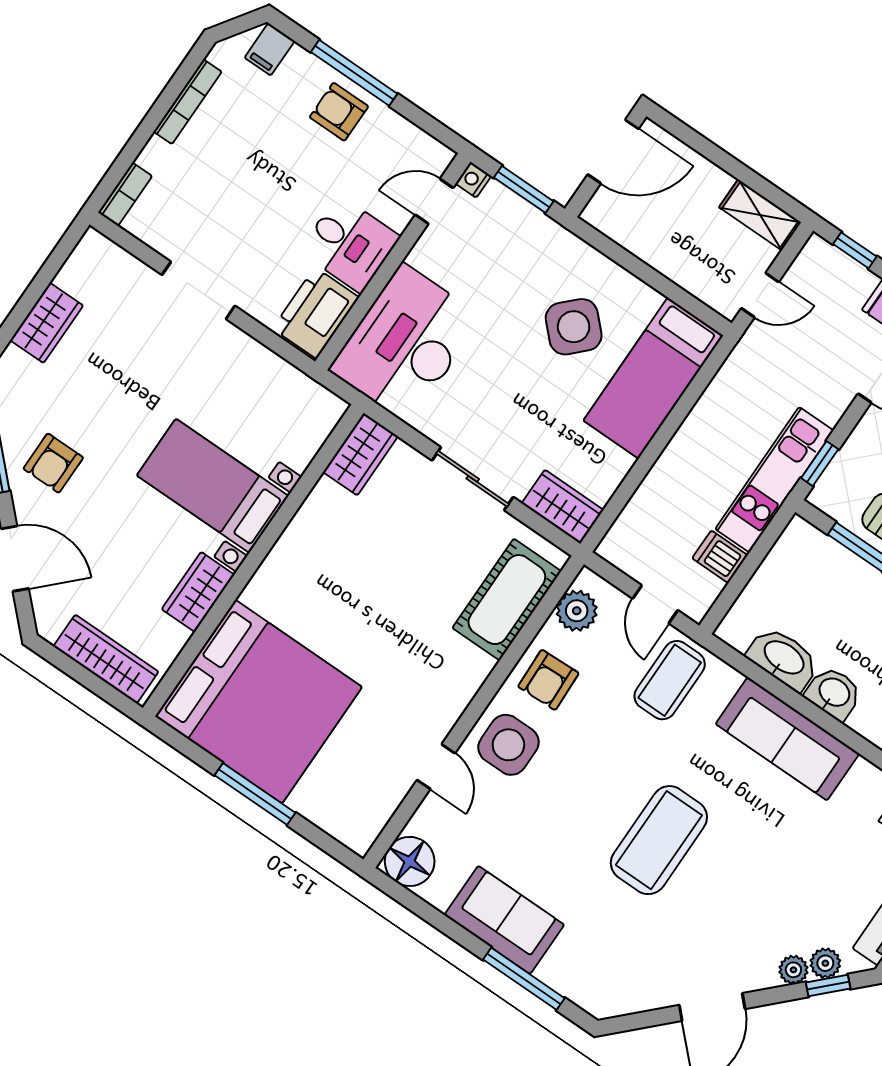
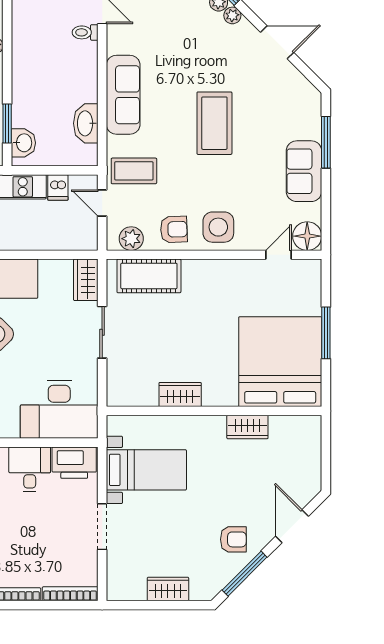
bookcase: (125, 194) -> (70, 594), width x1.56
wardrobe: (360, 454) -> (180, 395), moved
bed with nightstands: (213, 486) -> (146, 470), moved, turned -90
door: (655, 604) -> (102, 203), swing flipped
wardrobe: (106, 659) -> (310, 449), removed
washbasin: (834, 693) -> (23, 143), moved, turned 180
door: (436, 767) -> (278, 255), moved
coffee table: (659, 840) -> (214, 123), turned 90

